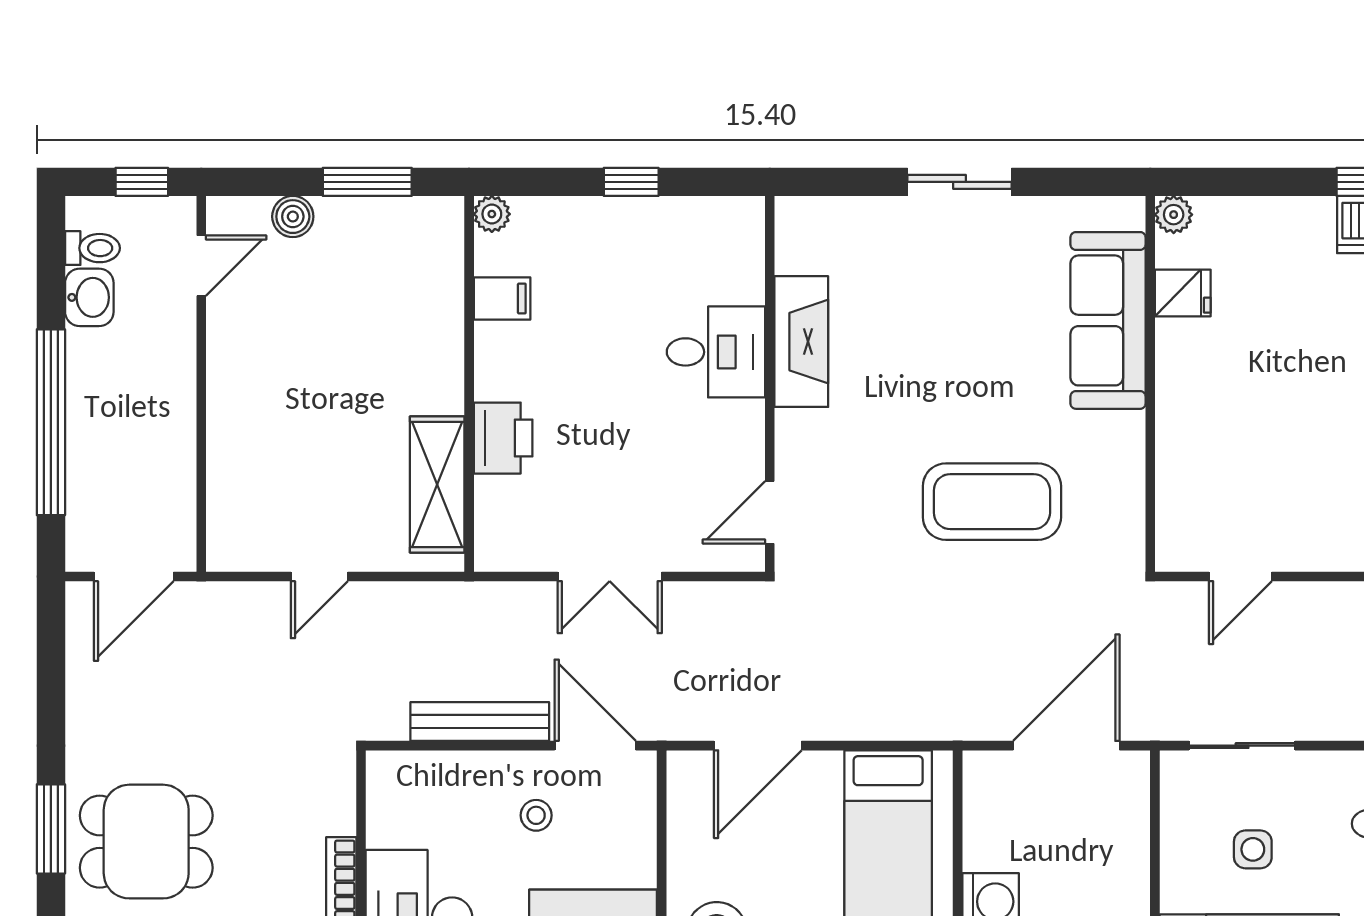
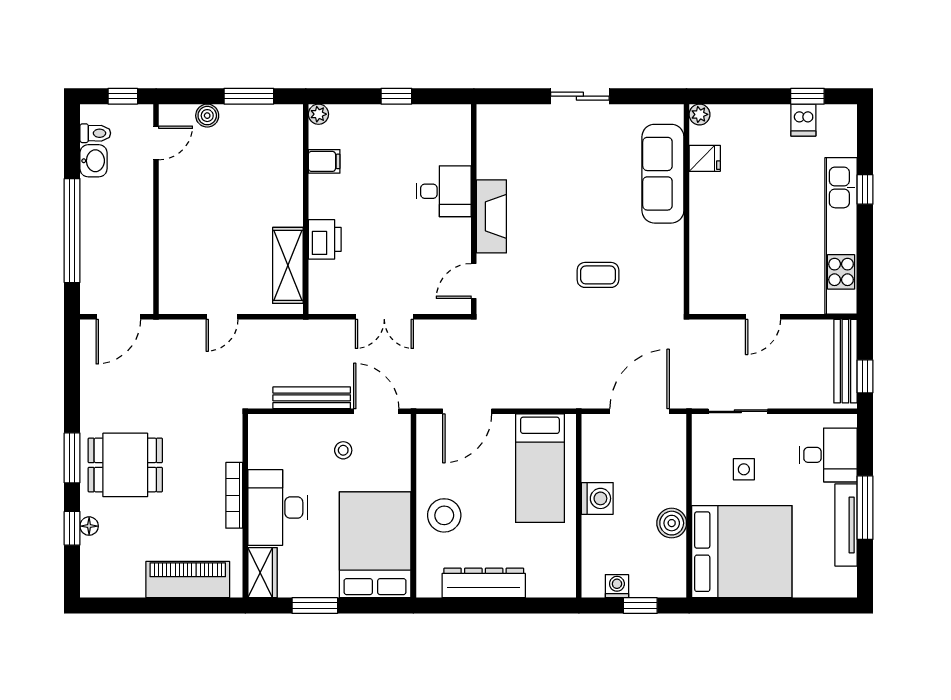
fireplace: (801, 342) -> (491, 216), moved
coffee table: (992, 502) -> (598, 275), width x0.54, depth x0.58
door: (1240, 576) -> (763, 317), moved

